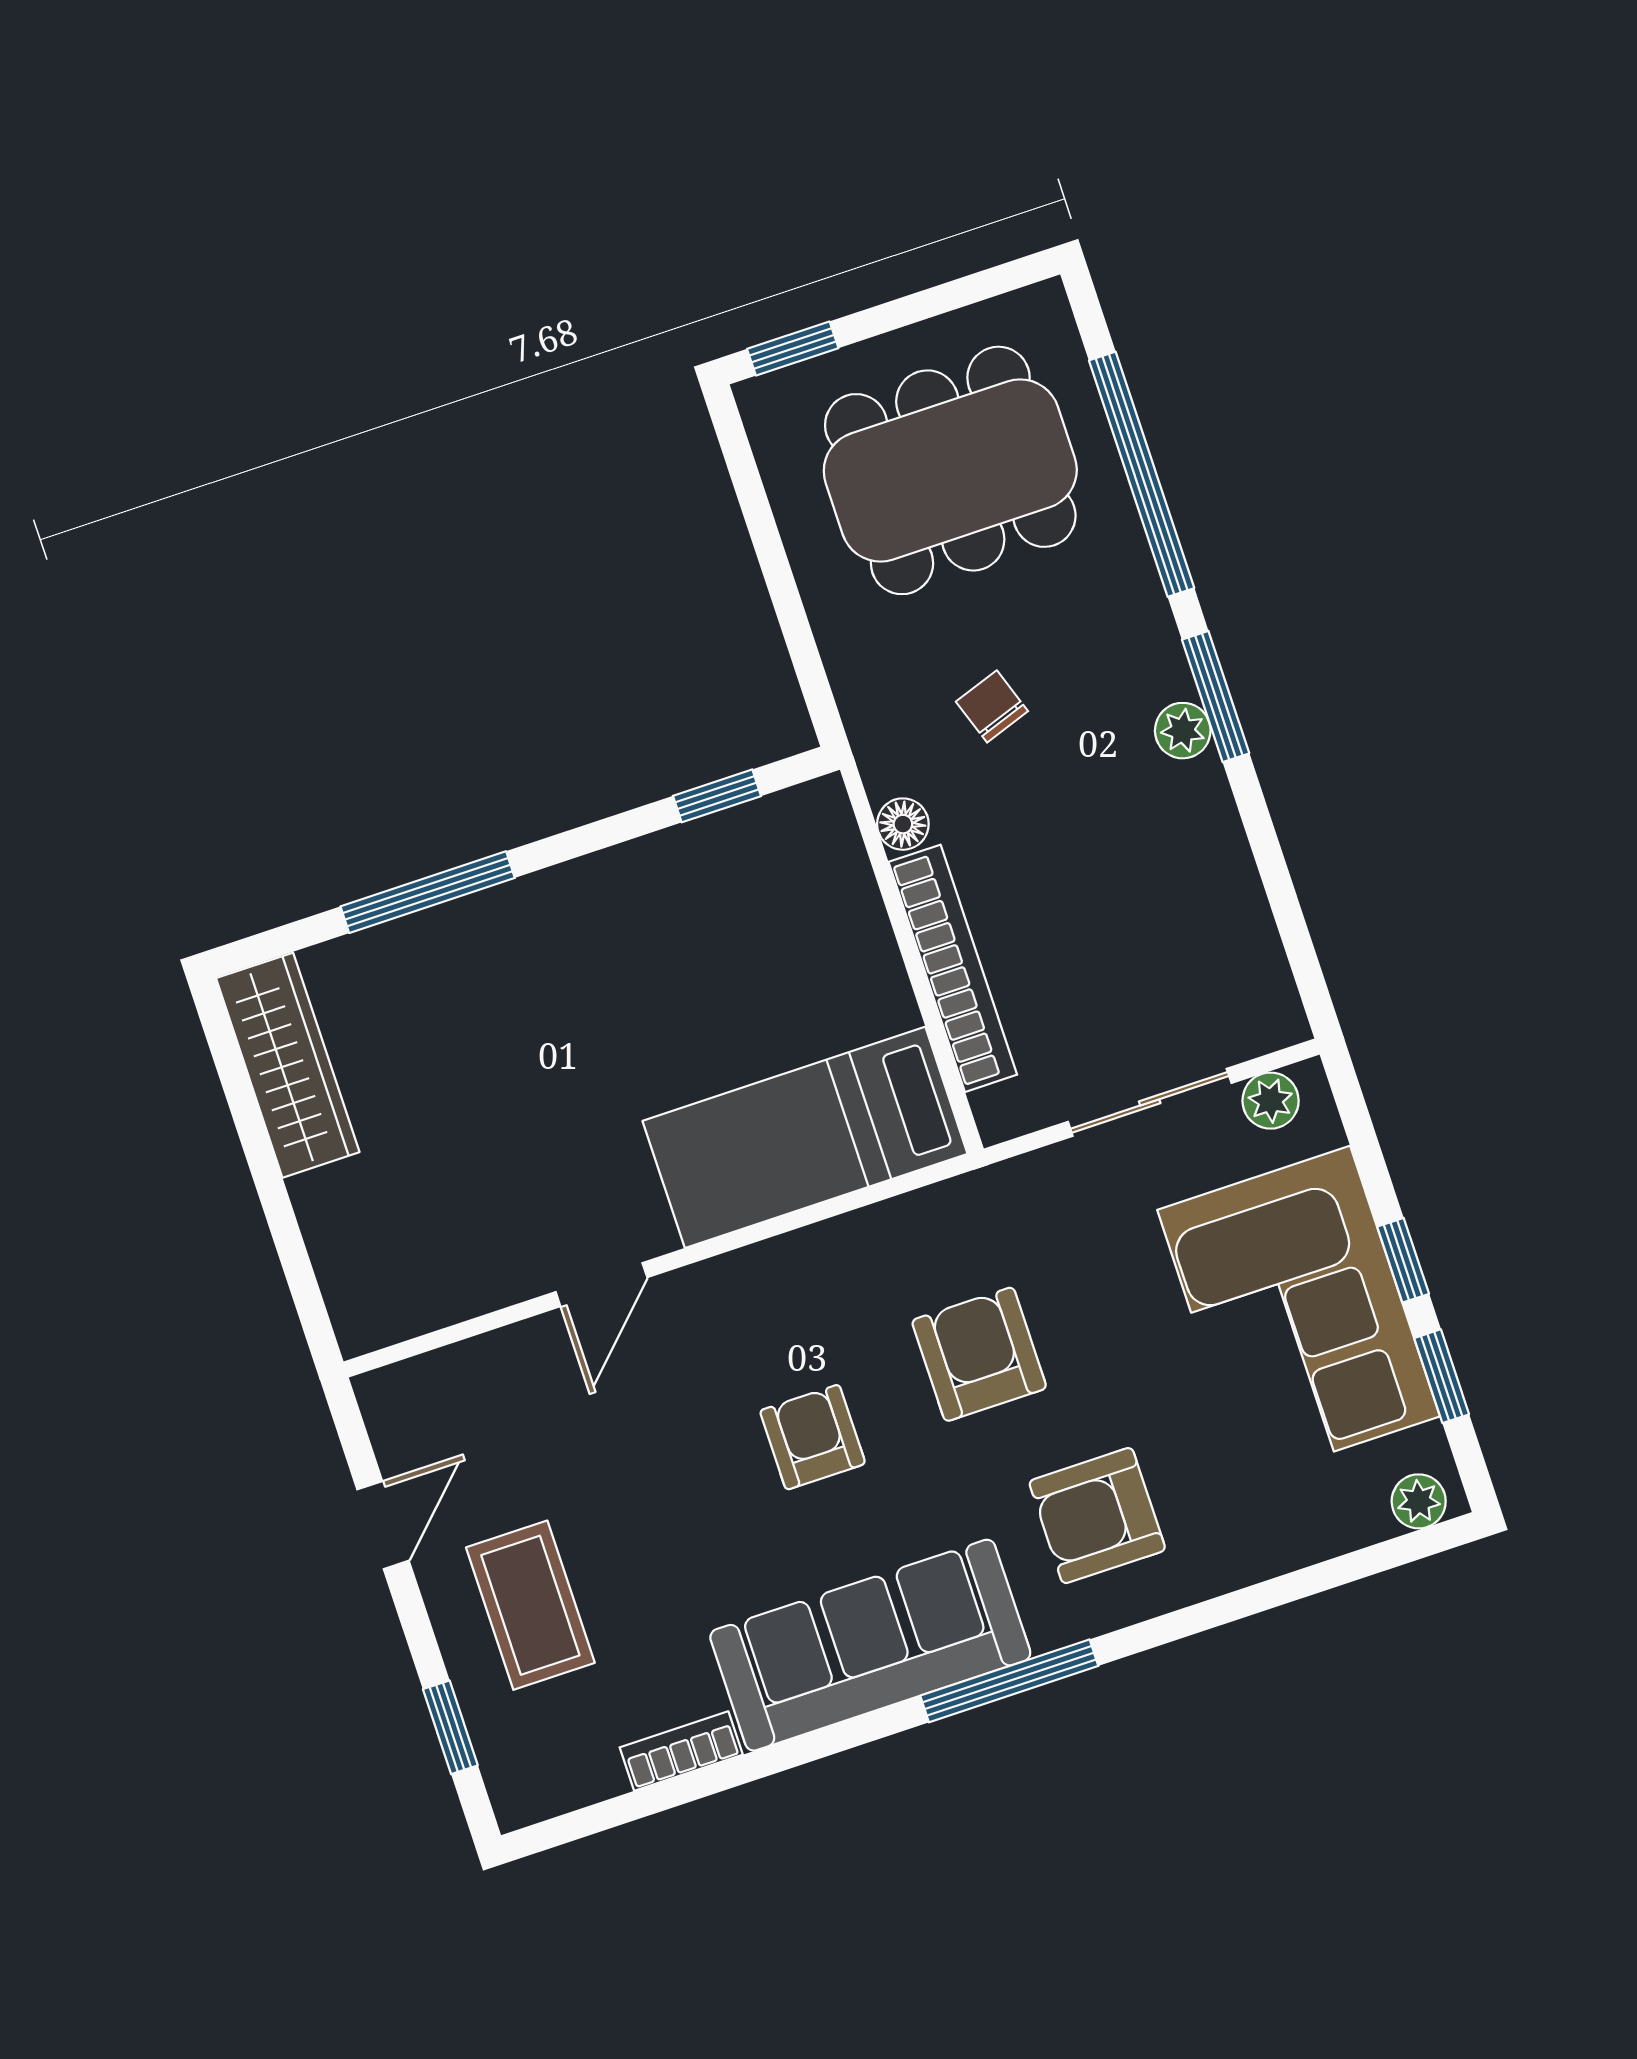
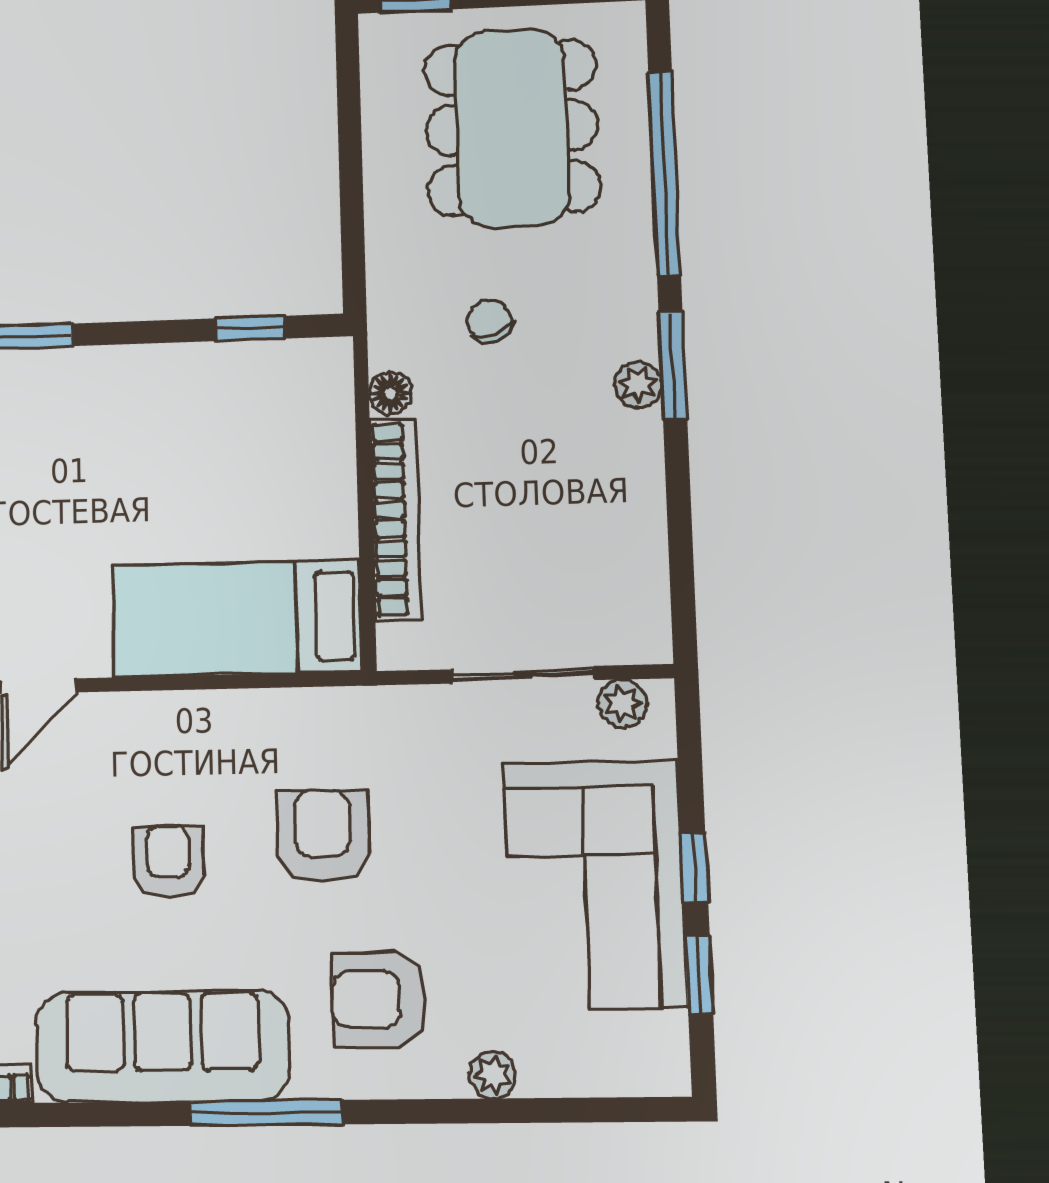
dining table: (950, 470) -> (512, 128), turned 90
plant: (1419, 1501) -> (493, 1075), moved

